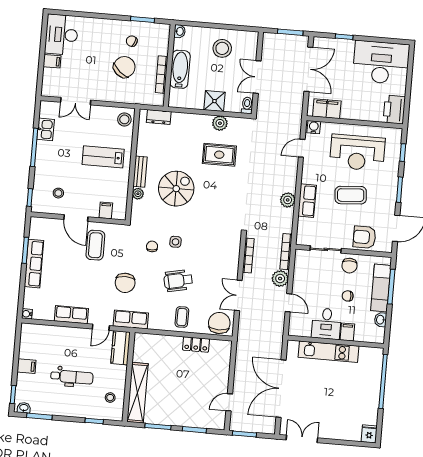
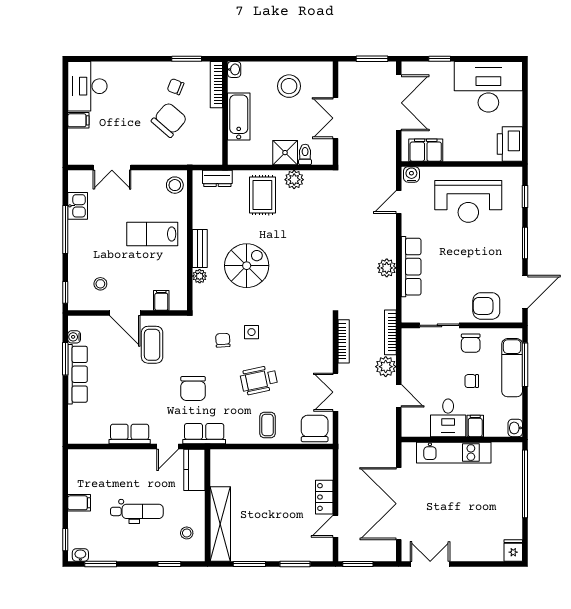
bookcase: (162, 75) -> (216, 85), moved
toilet: (247, 105) -> (305, 154), moved
rug: (219, 155) -> (262, 195), moved, turned 90
coffee table: (351, 195) -> (465, 255), removed
row of seats: (307, 201) -> (411, 267), width x1.48
water cooler: (27, 314) -> (74, 337), moved
washbasin: (381, 320) -> (515, 428), moved
locker: (196, 344) -> (324, 497), moved, turned 90

